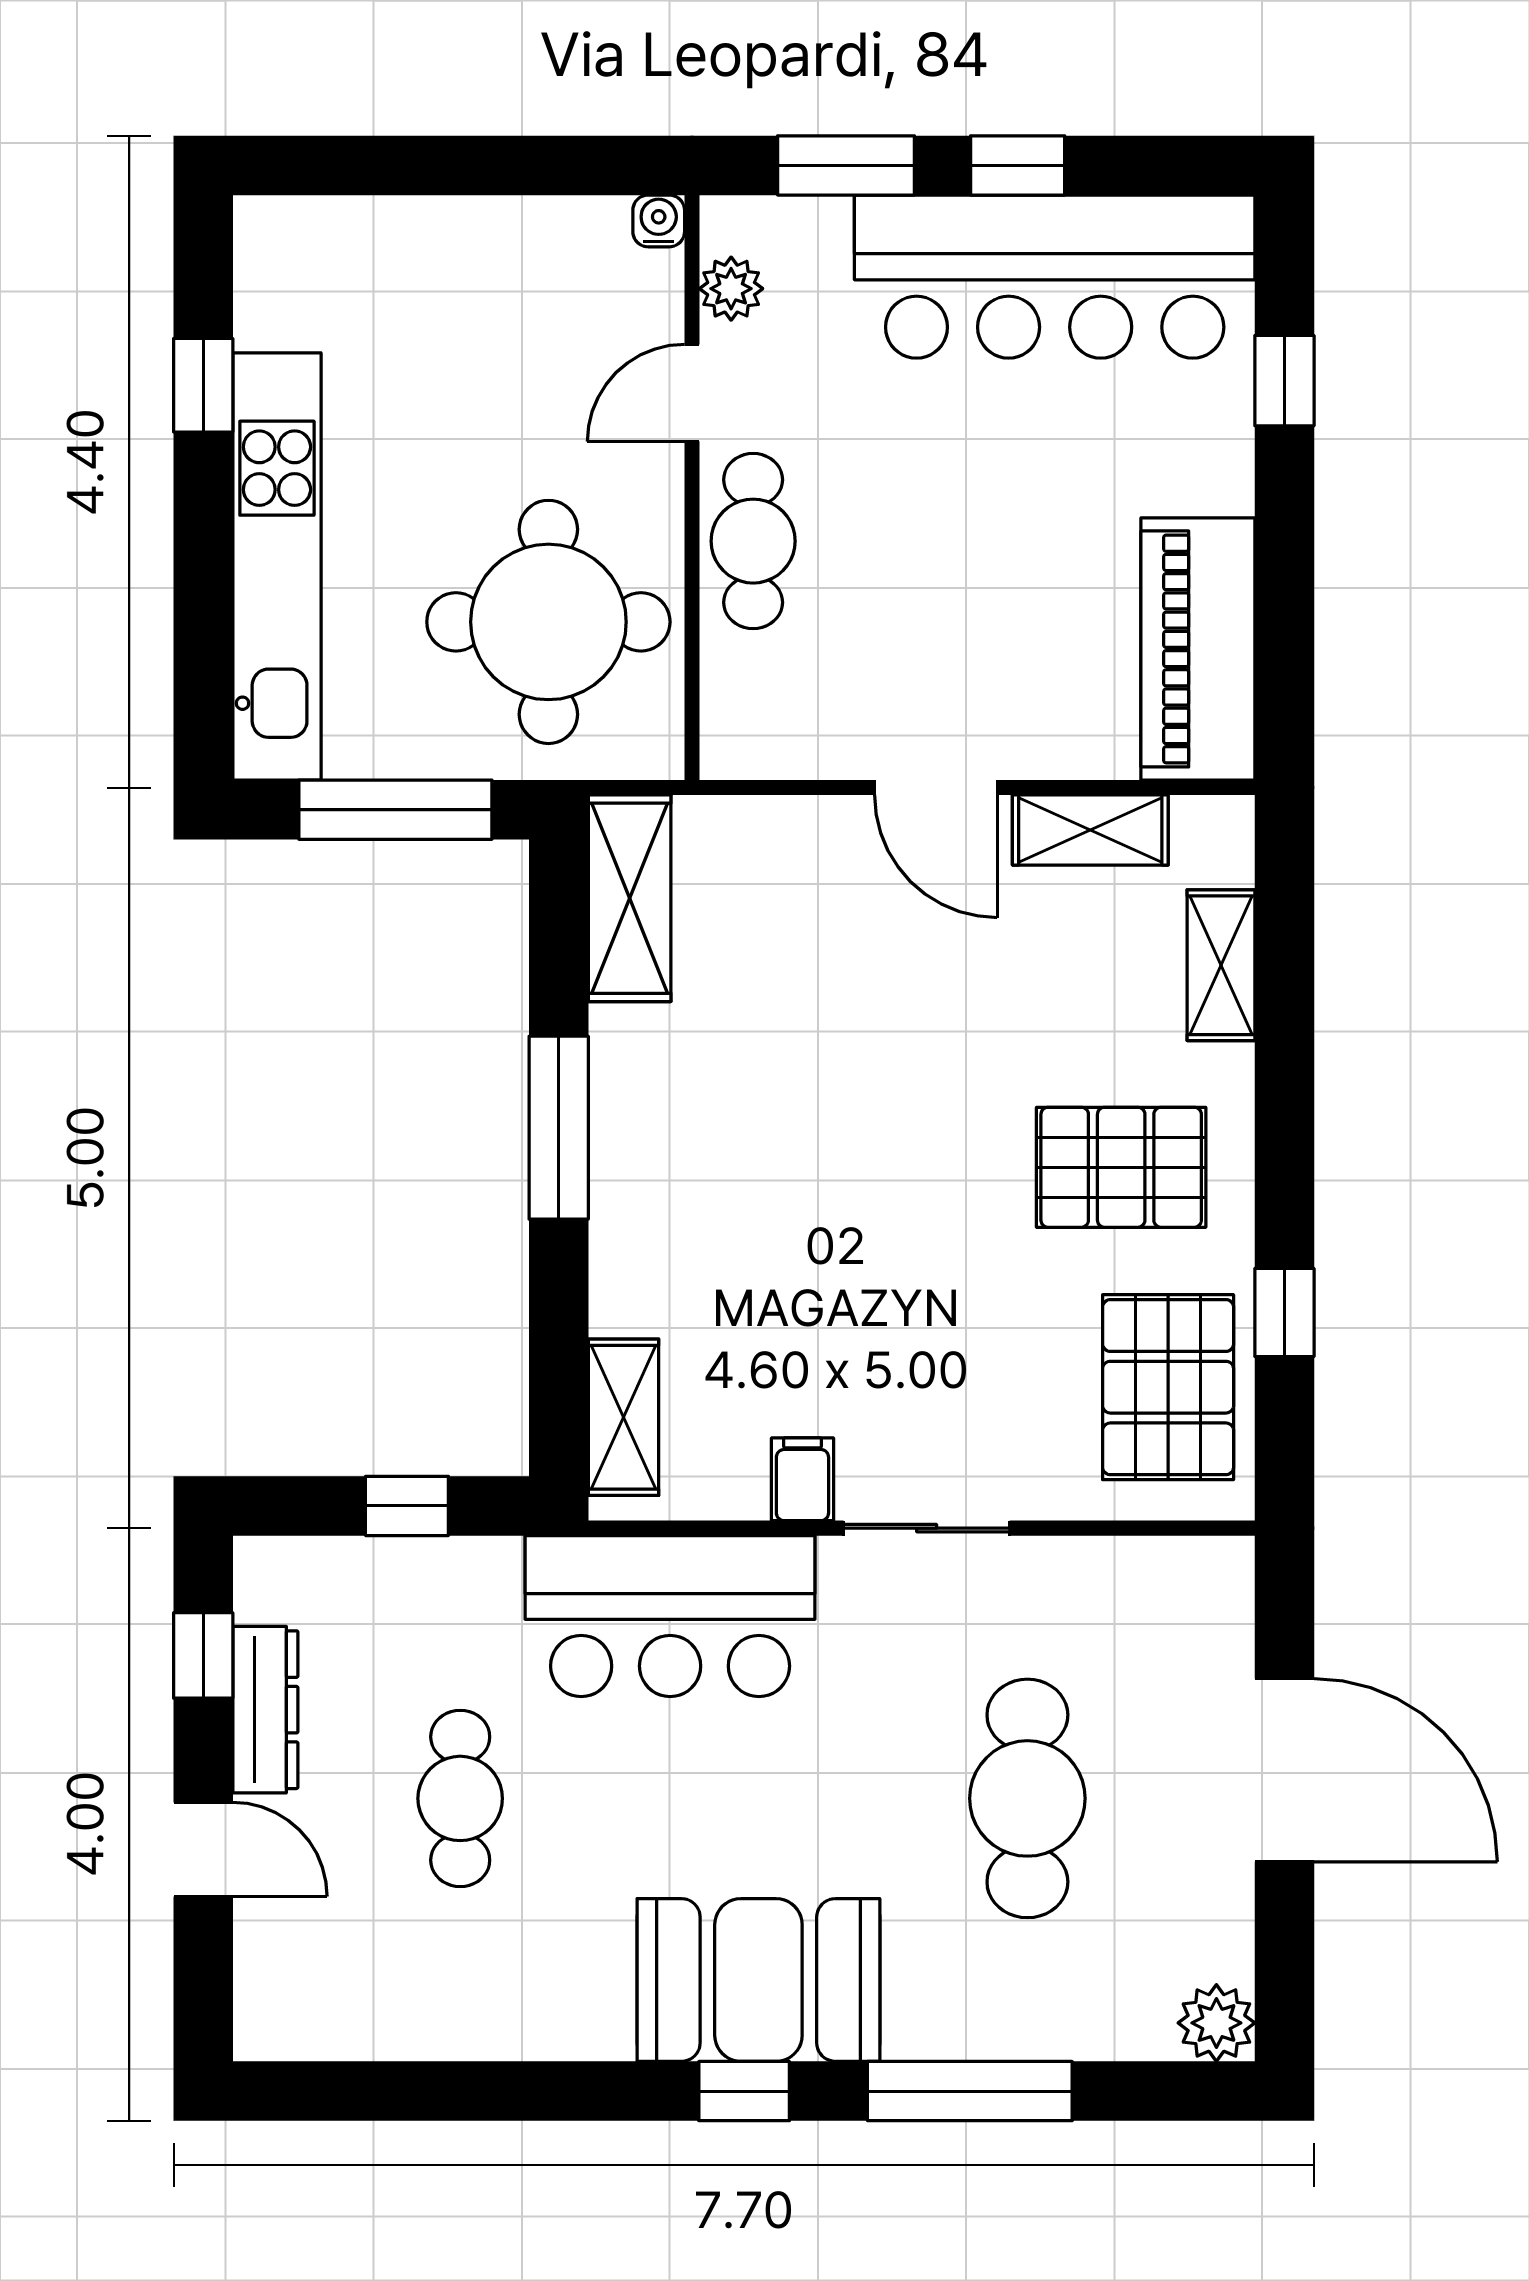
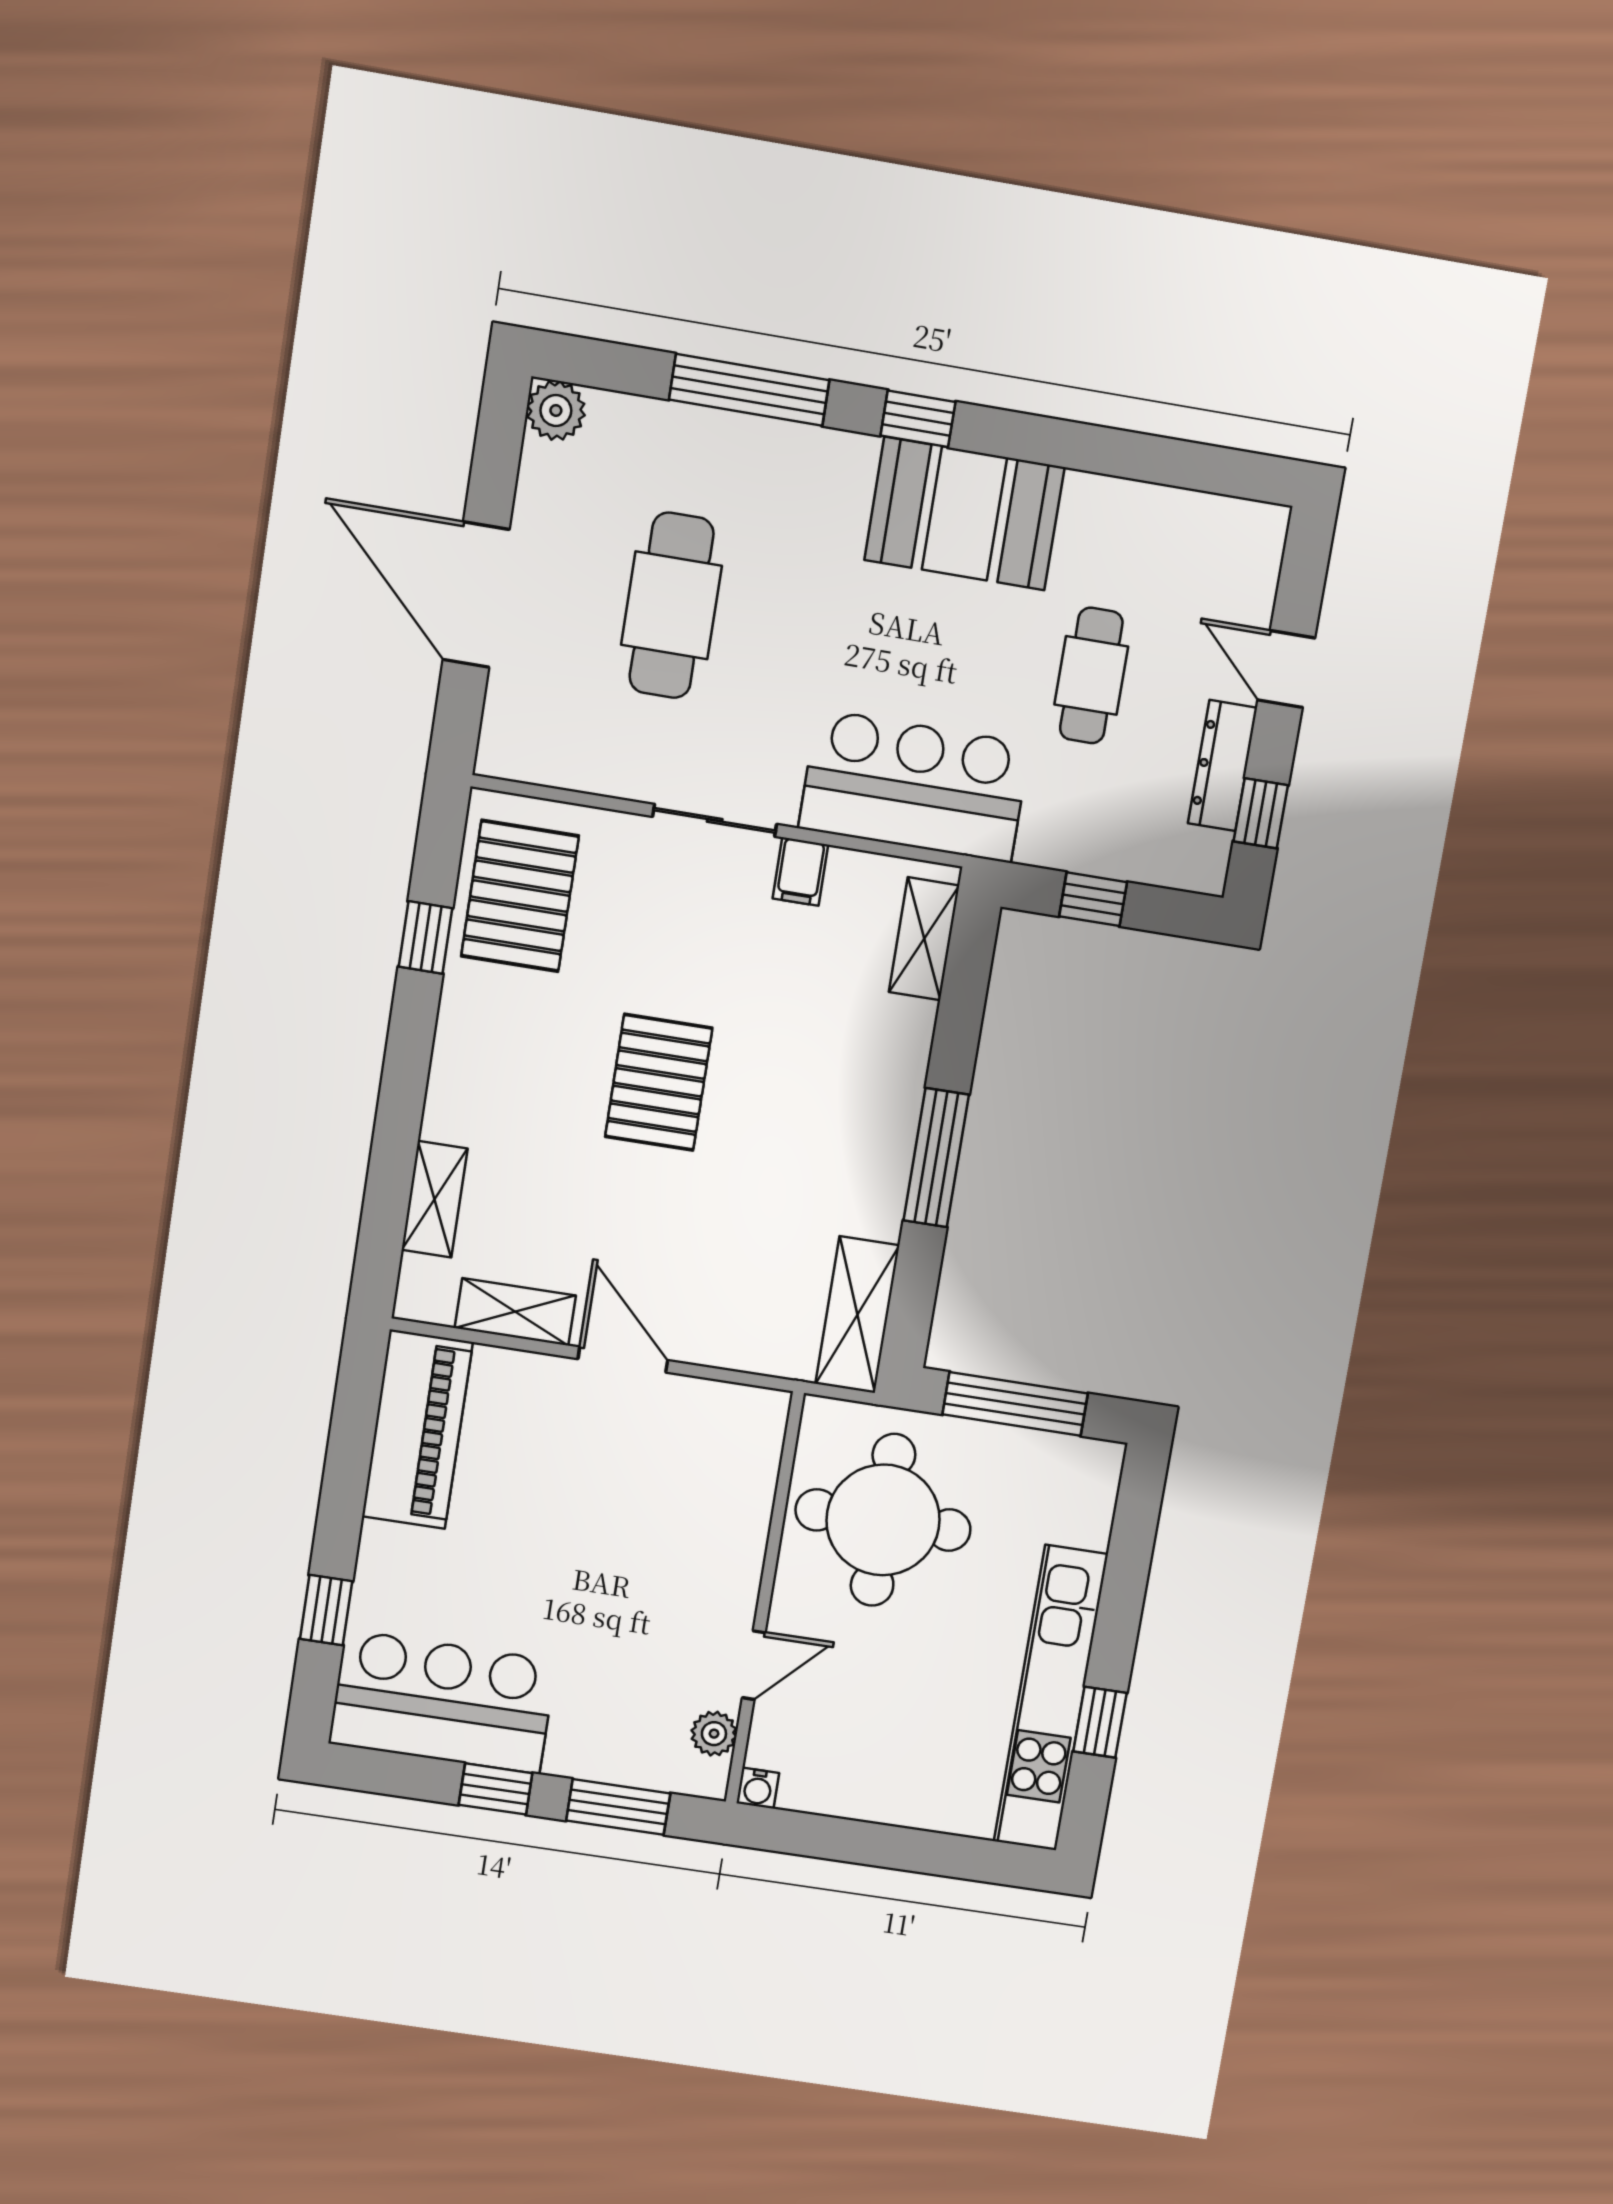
bar counter: (1055, 277) -> (443, 1702), width x0.73
cafe table: (753, 541) -> (727, 1555), removed
kitchen unit: (277, 566) -> (1051, 1698), moved
pallet: (1121, 1167) -> (659, 1082), moved, turned 90
booth: (758, 1980) -> (964, 514), moved

